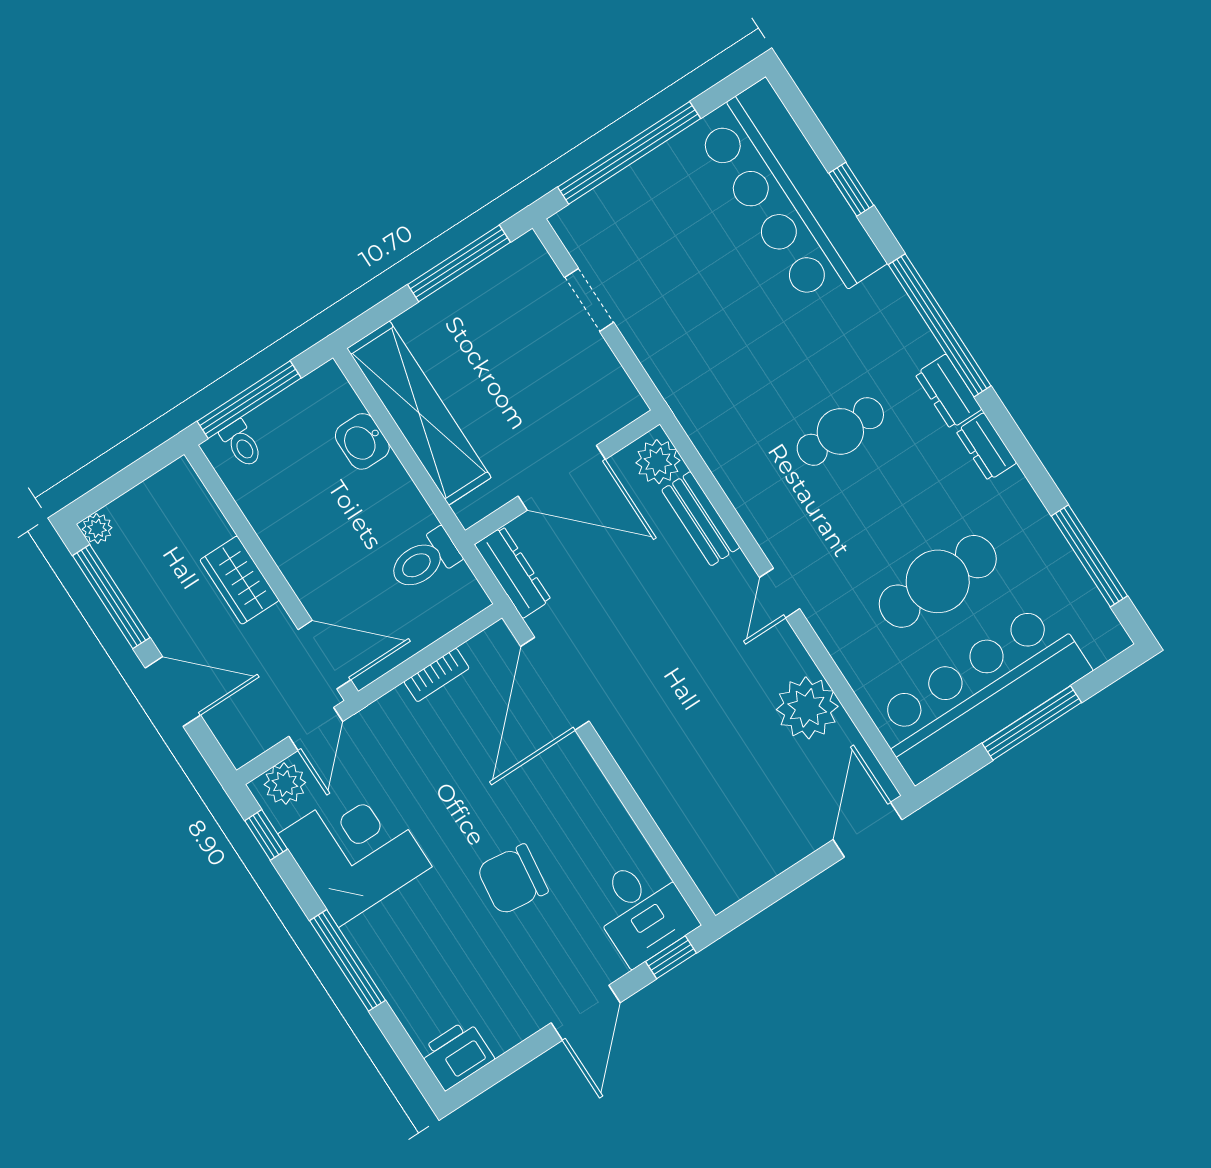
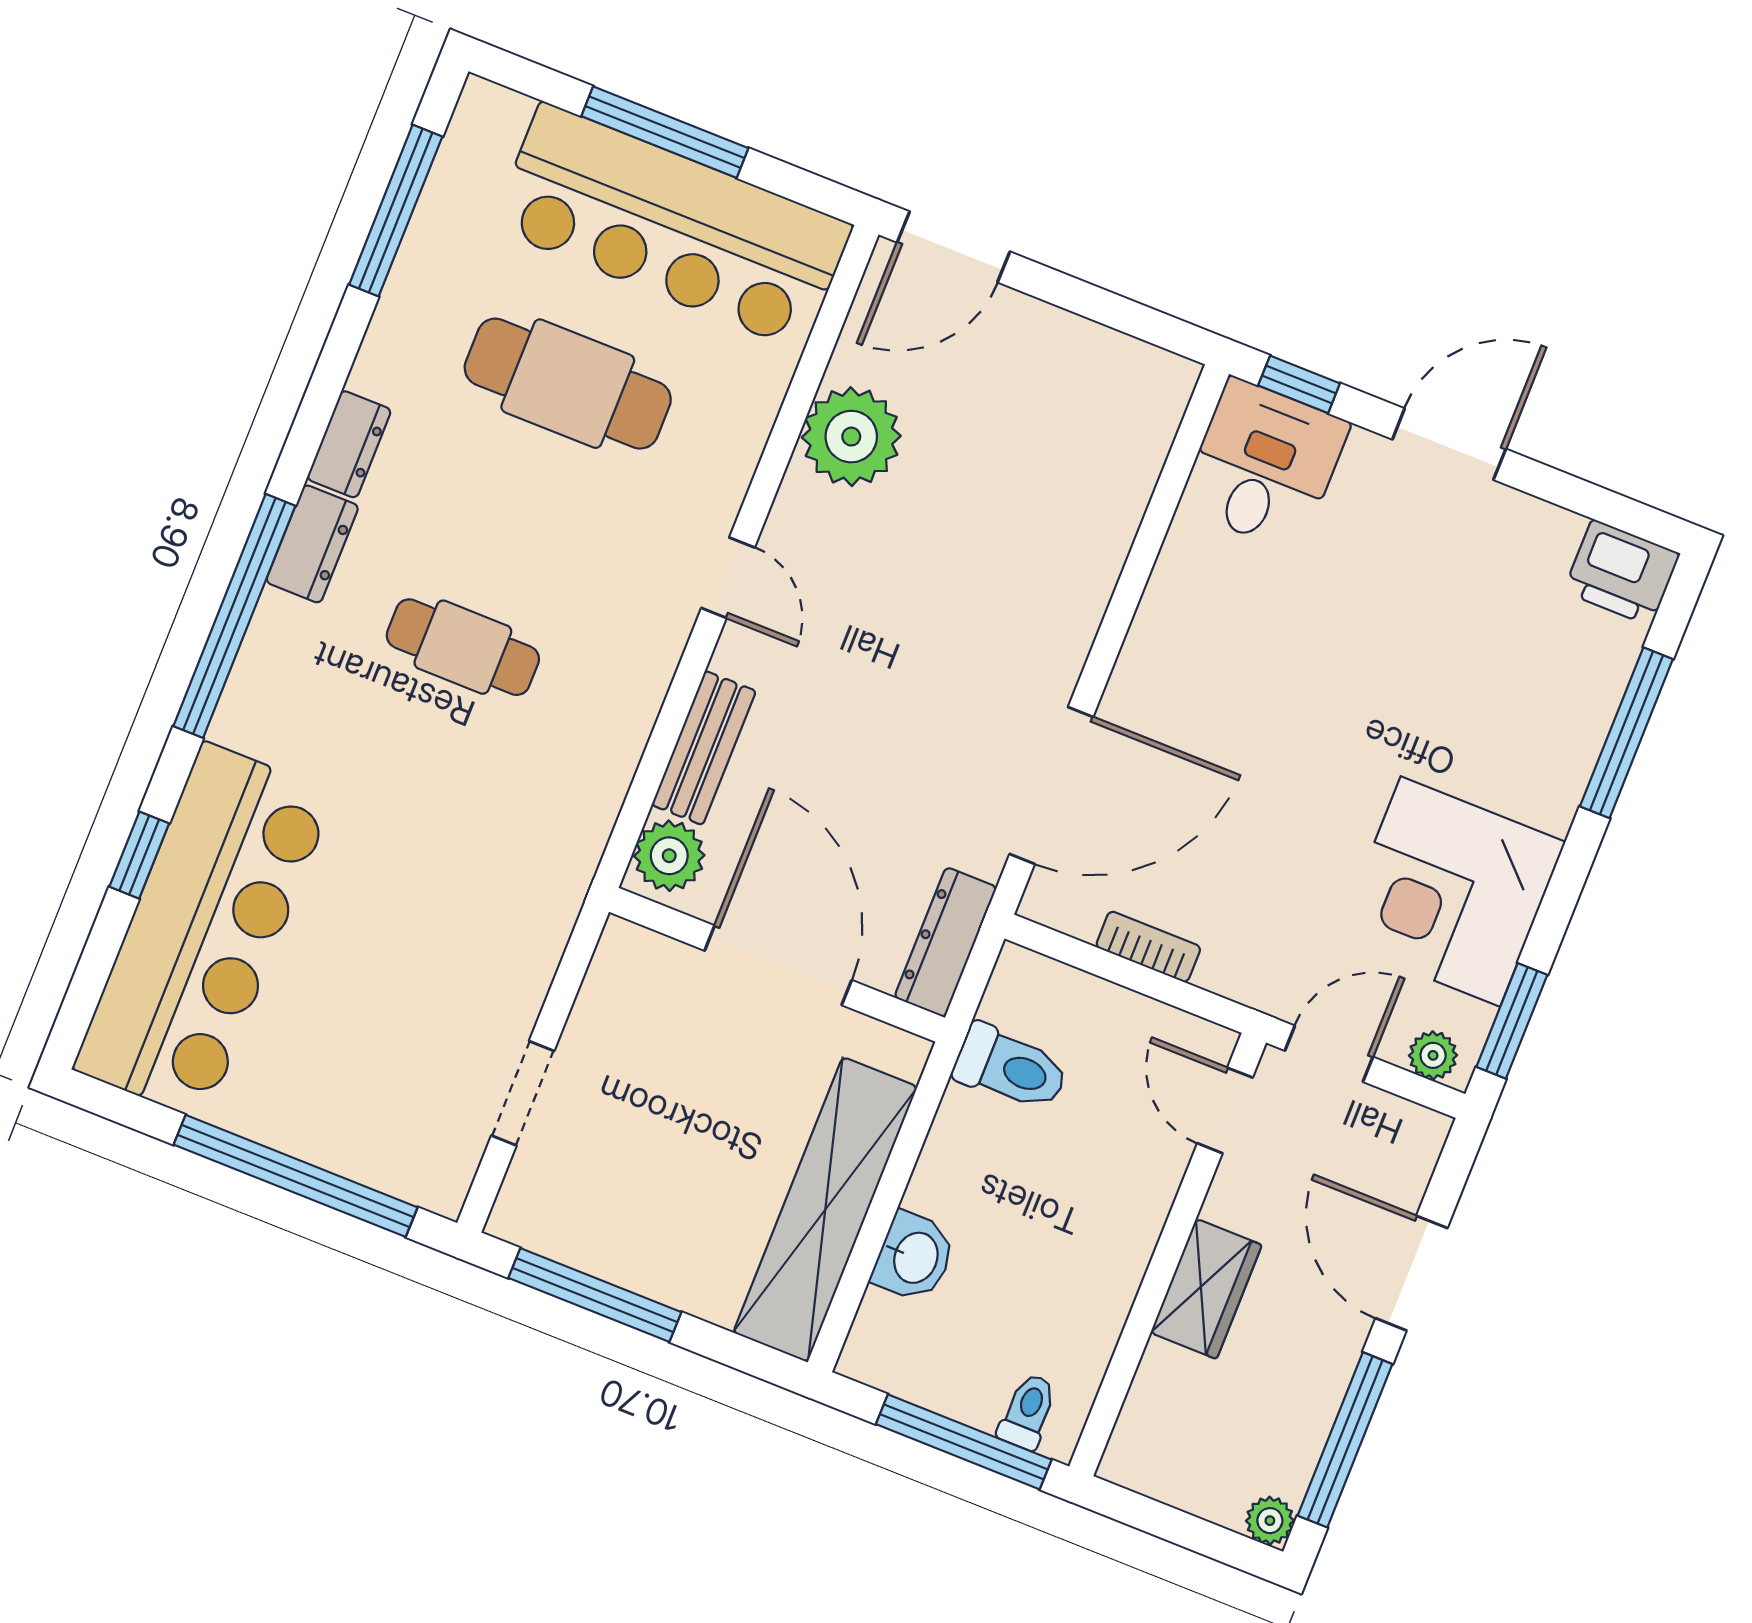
door: (779, 593) -> (728, 578), hinge flipped
door: (324, 655) -> (1225, 1110), width x0.73
plant: (285, 784) -> (1433, 1055), width x0.73, depth x0.73
window: (266, 835) -> (1512, 1021), width x1.50
chair: (512, 879) -> (1344, 661), removed
window: (348, 960) -> (1626, 733), moved

